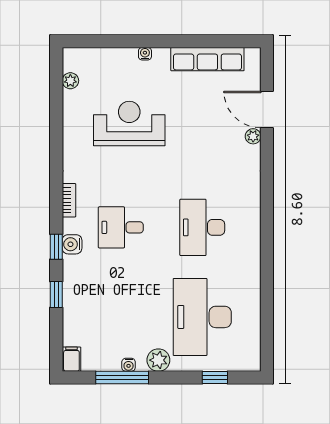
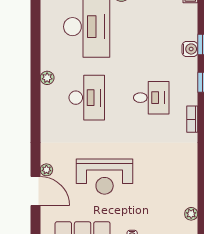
reception desk: (129, 124) -> (105, 177), moved
water cooler: (72, 244) -> (190, 49), moved
plant: (252, 252) -> (47, 78), added

